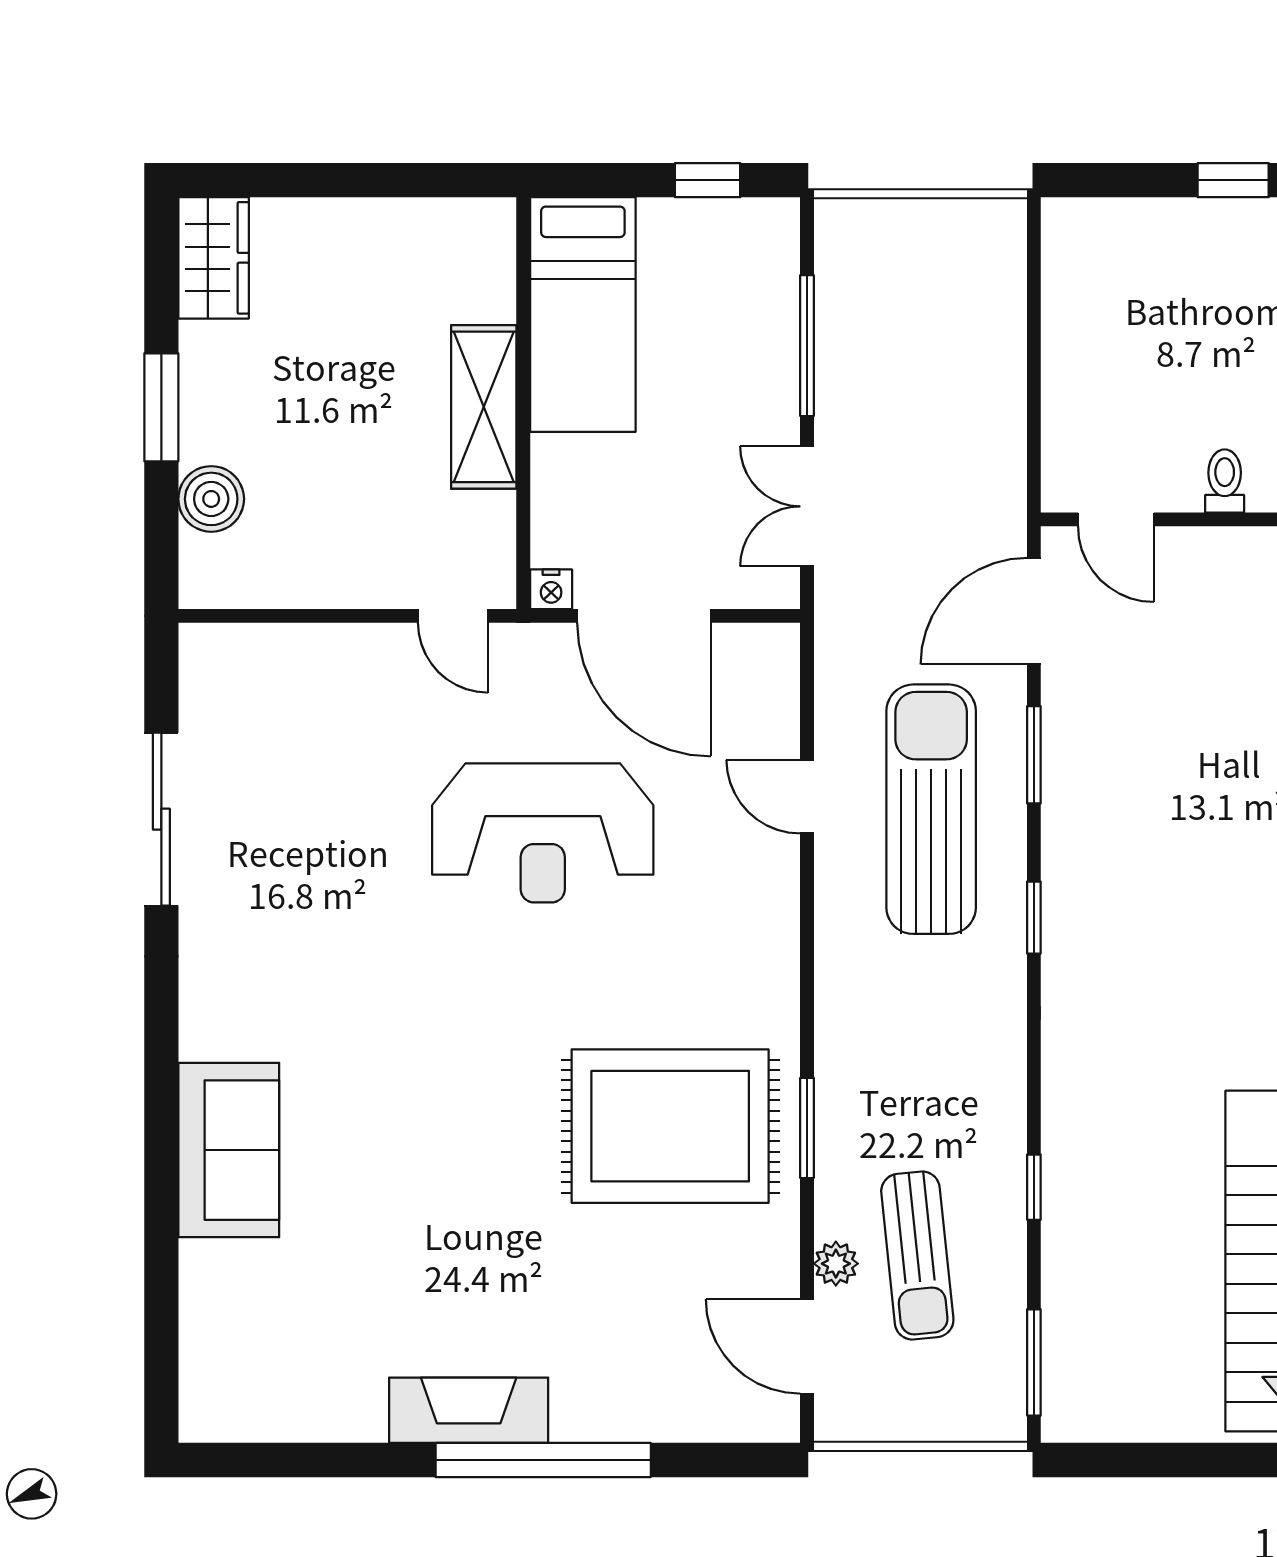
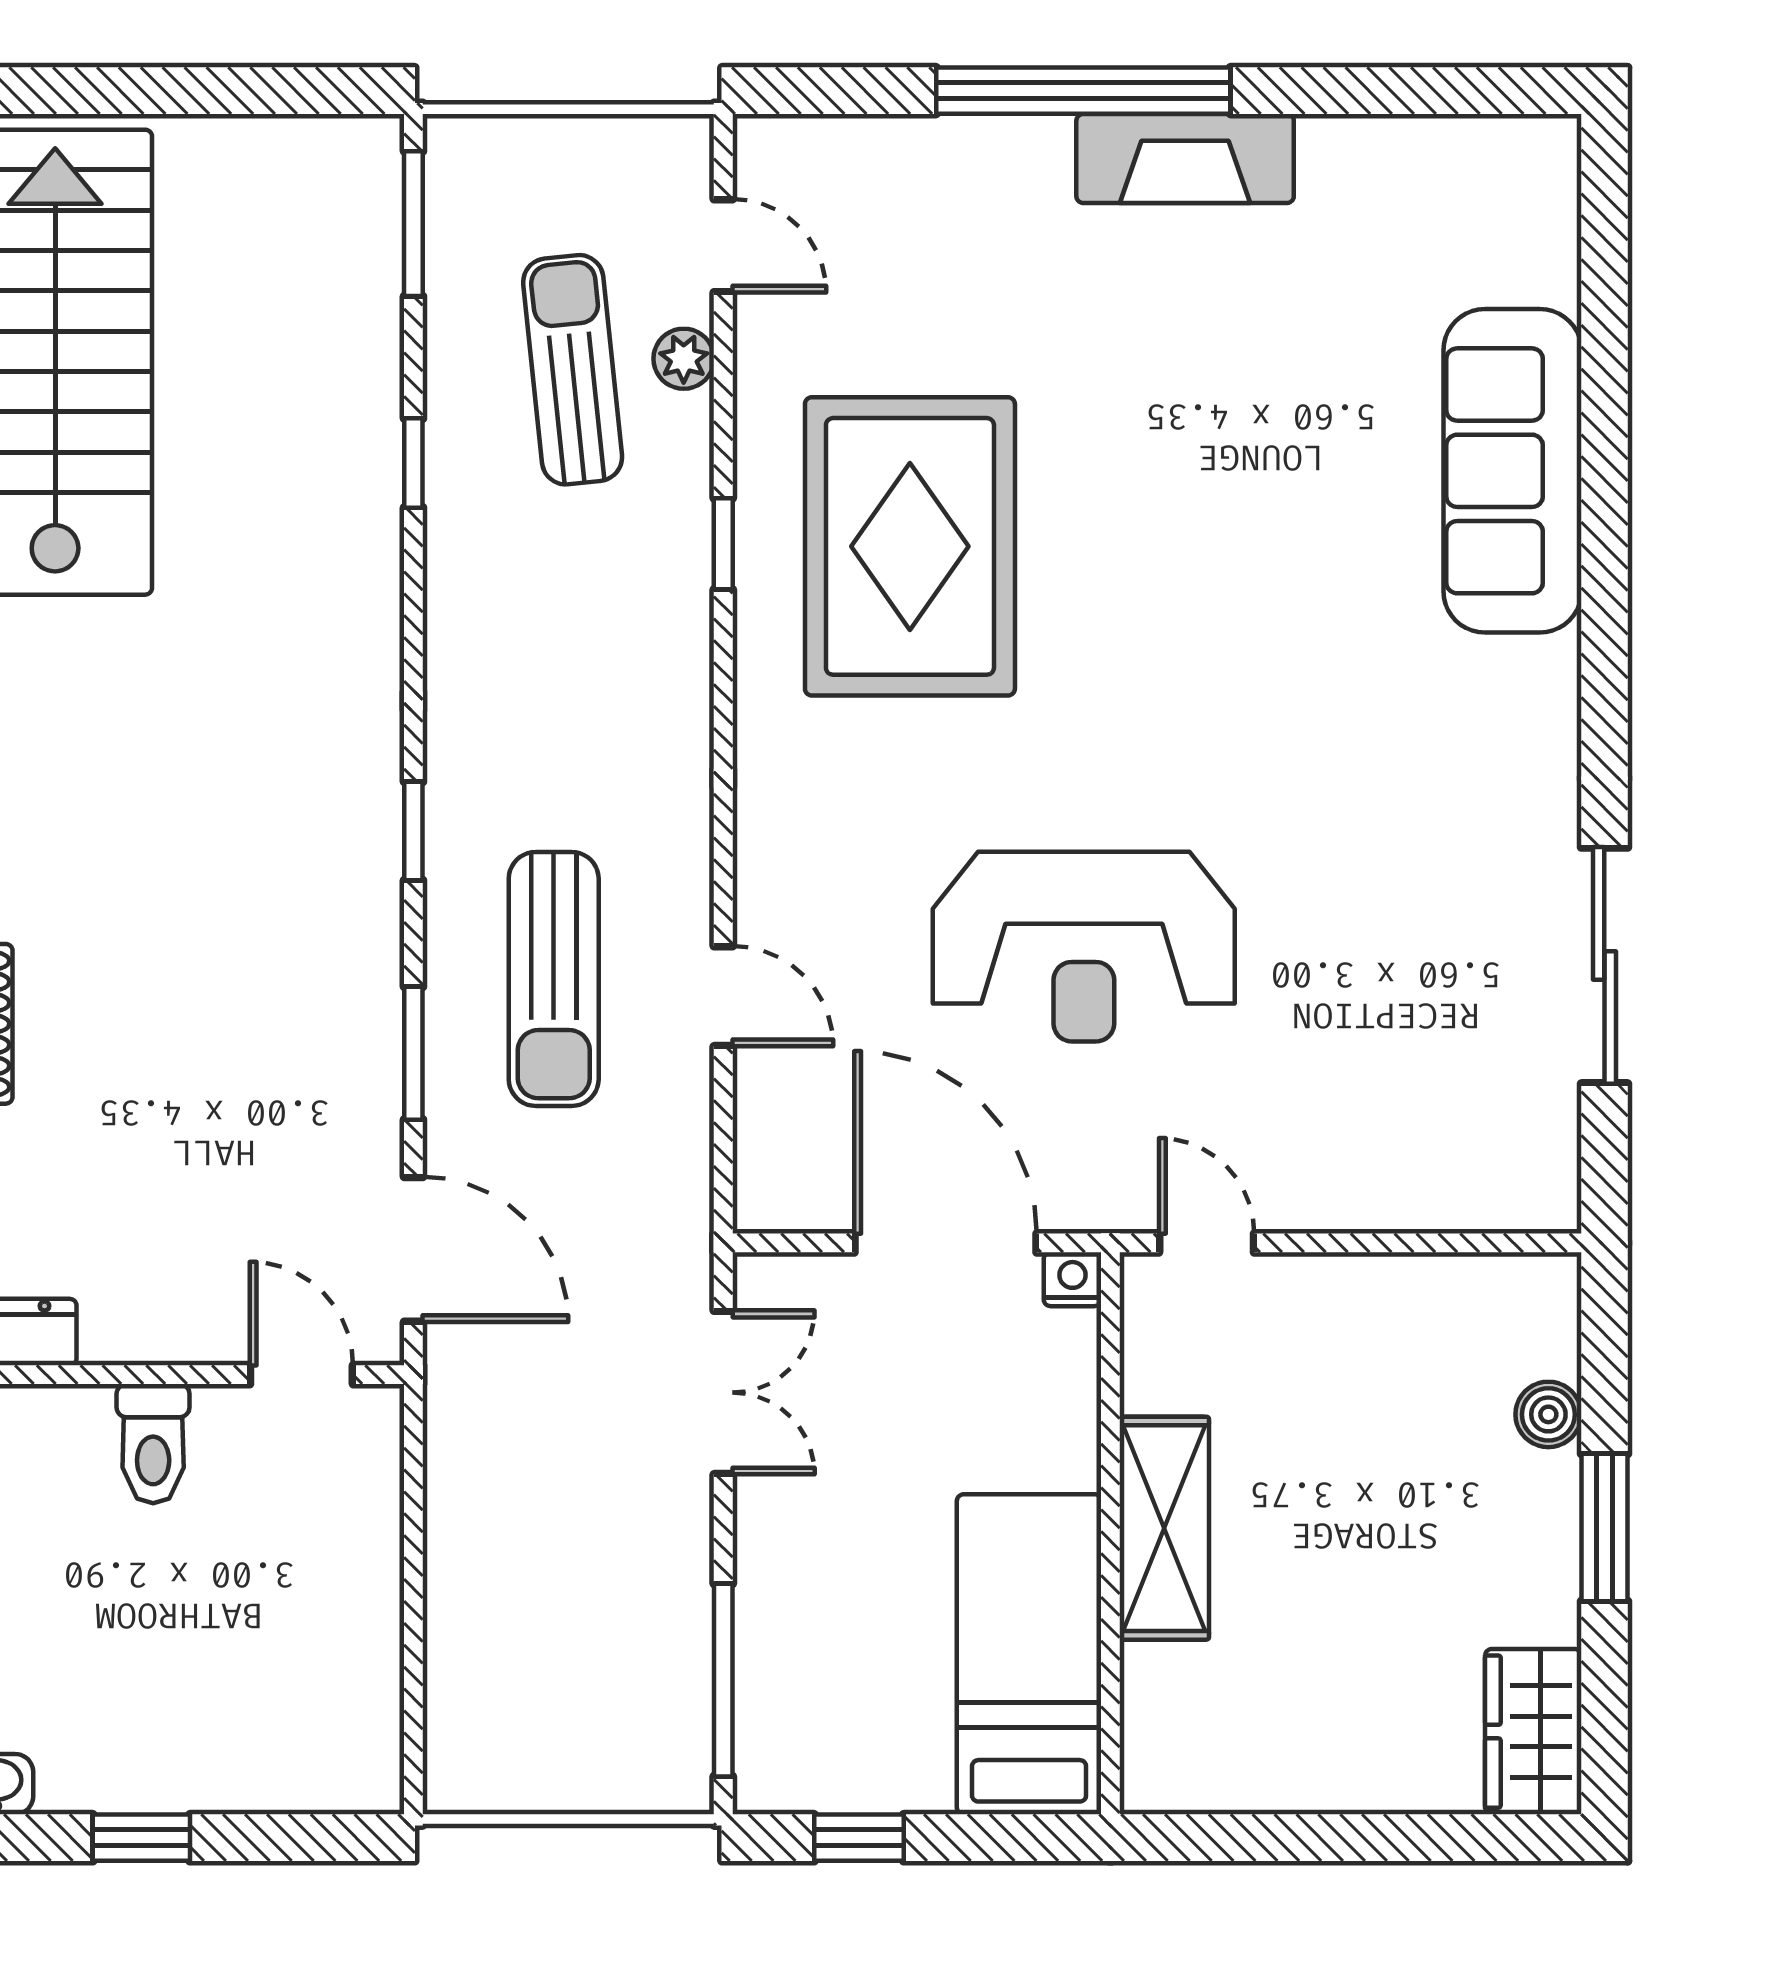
window: (807, 346) -> (723, 1680), moved
toilet: (1225, 481) -> (153, 1444), width x1.37, depth x1.39
boiler: (211, 499) -> (1548, 1414), width x0.73, depth x0.73
door: (1034, 611) -> (413, 1249), hinge flipped
sun lounger: (931, 809) -> (554, 979), width x0.73, depth x0.75
reception desk: (543, 833) -> (1084, 947), turned 180
rug: (670, 1126) -> (910, 546), turned 90
window: (807, 1128) -> (723, 544), width x0.67
sofa: (229, 1150) -> (1512, 471), width x1.36
door: (807, 1346) -> (723, 246), width x0.73

